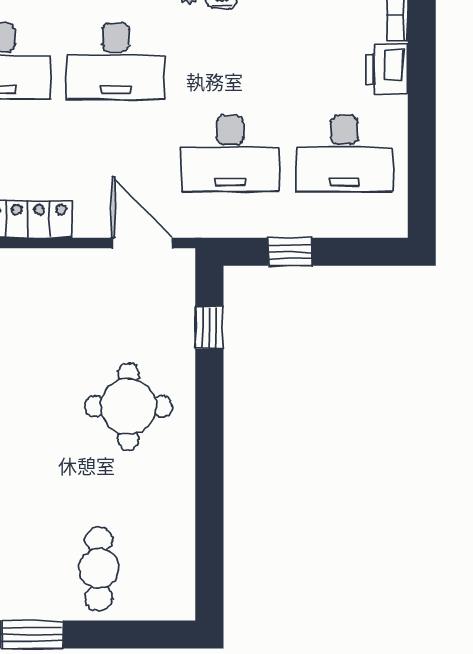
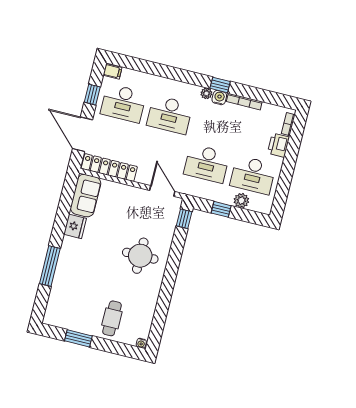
plant: (332, 220) -> (241, 201), added
window: (209, 327) -> (184, 219), moved
water cooler: (181, 610) -> (141, 343), added

